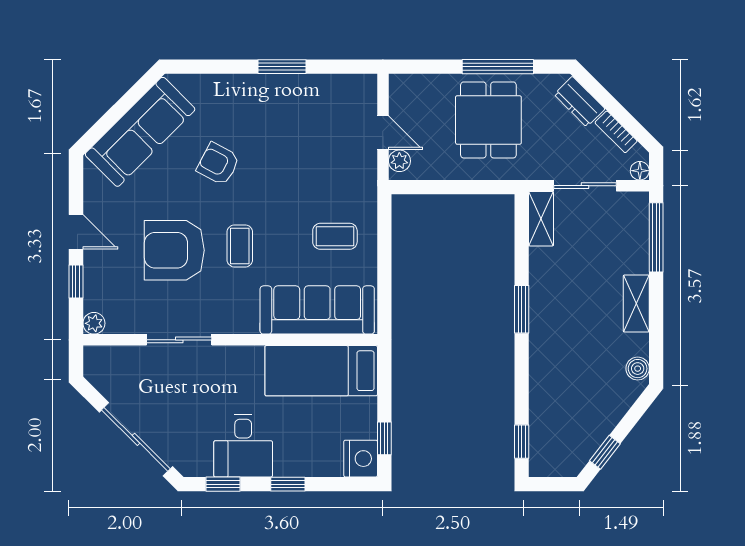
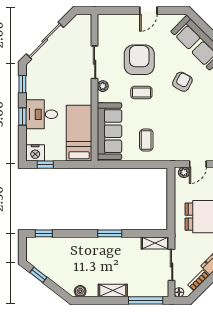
window: (76, 282) -> (124, 11), removed
plant: (94, 323) -> (103, 86), moved
desk: (243, 446) -> (42, 114), moved

